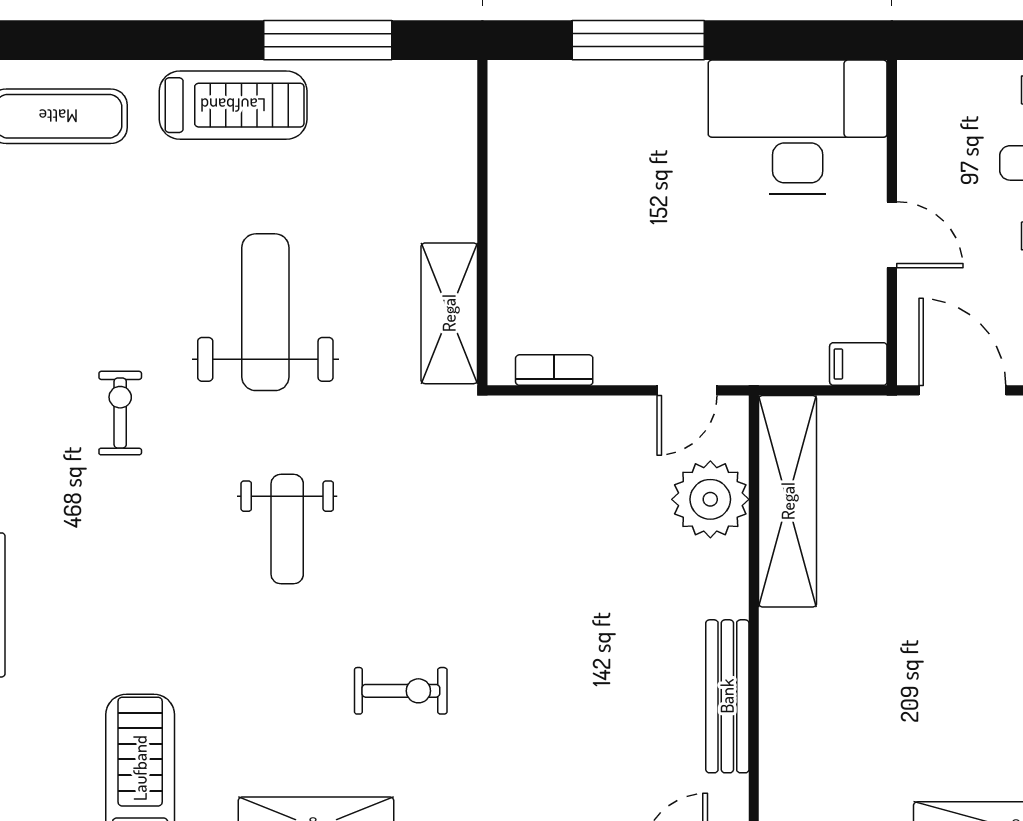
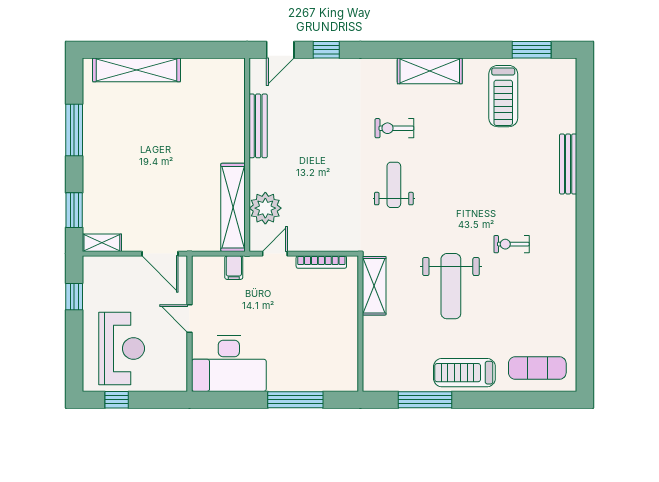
filing cabinet: (858, 364) -> (234, 268), moved, turned 90
bookcase: (554, 370) -> (321, 262), width x1.56
exercise bike: (120, 413) -> (512, 244), turned 90
weight bench: (287, 529) -> (394, 185), moved

